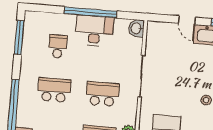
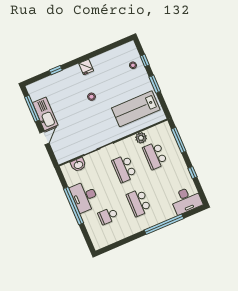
washbasin: (136, 28) -> (78, 165), moved
window: (19, 37) -> (116, 245), removed

